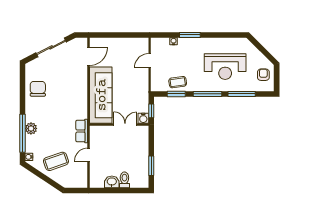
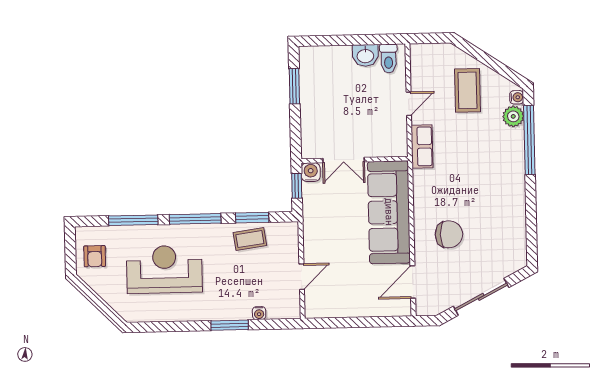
chair: (38, 89) -> (449, 234), moved, turned -90
plant: (31, 128) -> (513, 116), moved
coffee table: (56, 161) -> (467, 90), turned -71
toilet: (124, 180) -> (389, 59), moved

